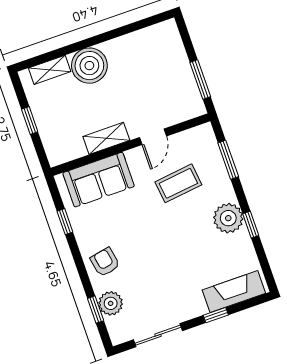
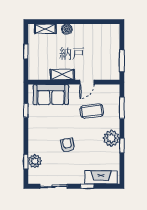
boiler: (89, 66) -> (67, 29), width x0.54, depth x0.54
armchair: (105, 262) -> (67, 145), moved

